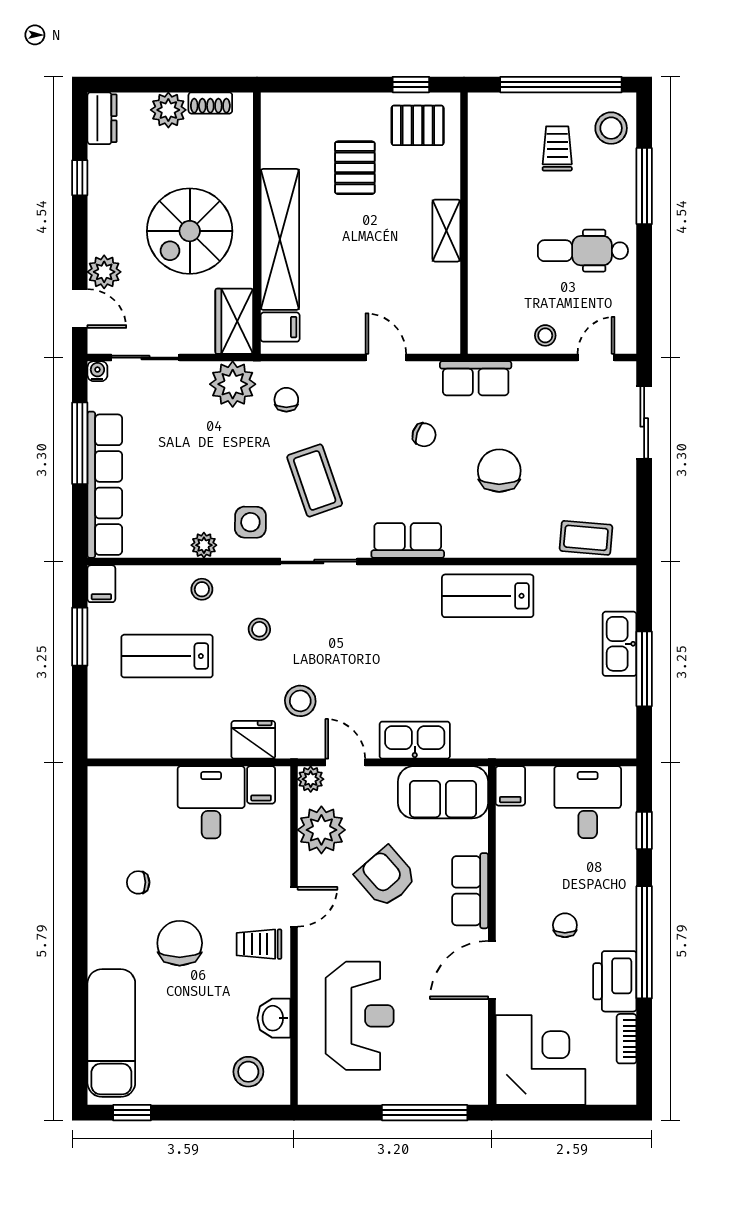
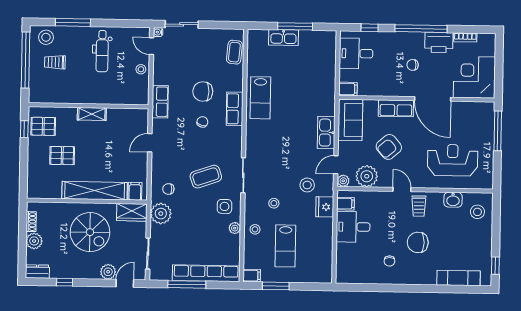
pallet: (418, 125) -> (43, 126), turned 90
water cooler: (97, 371) -> (158, 32), moved
chair: (424, 435) -> (202, 122), moved
row of seats: (408, 540) -> (235, 109), moved
door: (492, 970) -> (433, 99), width x1.36
exam couch: (111, 1033) -> (458, 278), width x0.73, depth x0.69

